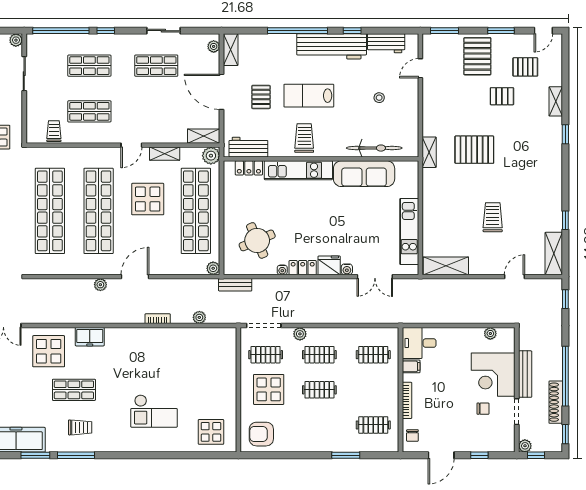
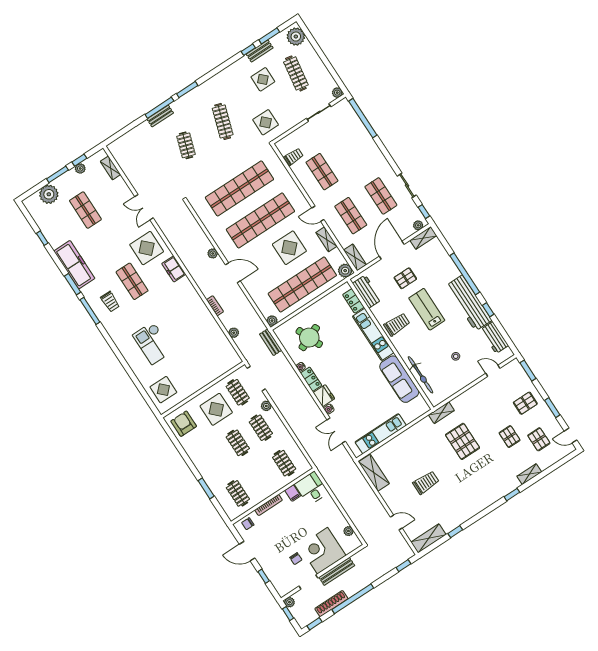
window: (106, 31) -> (424, 212), moved
pallet: (477, 56) -> (525, 403), width x0.67, depth x0.71
shop shelf: (89, 66) -> (351, 216), moved

